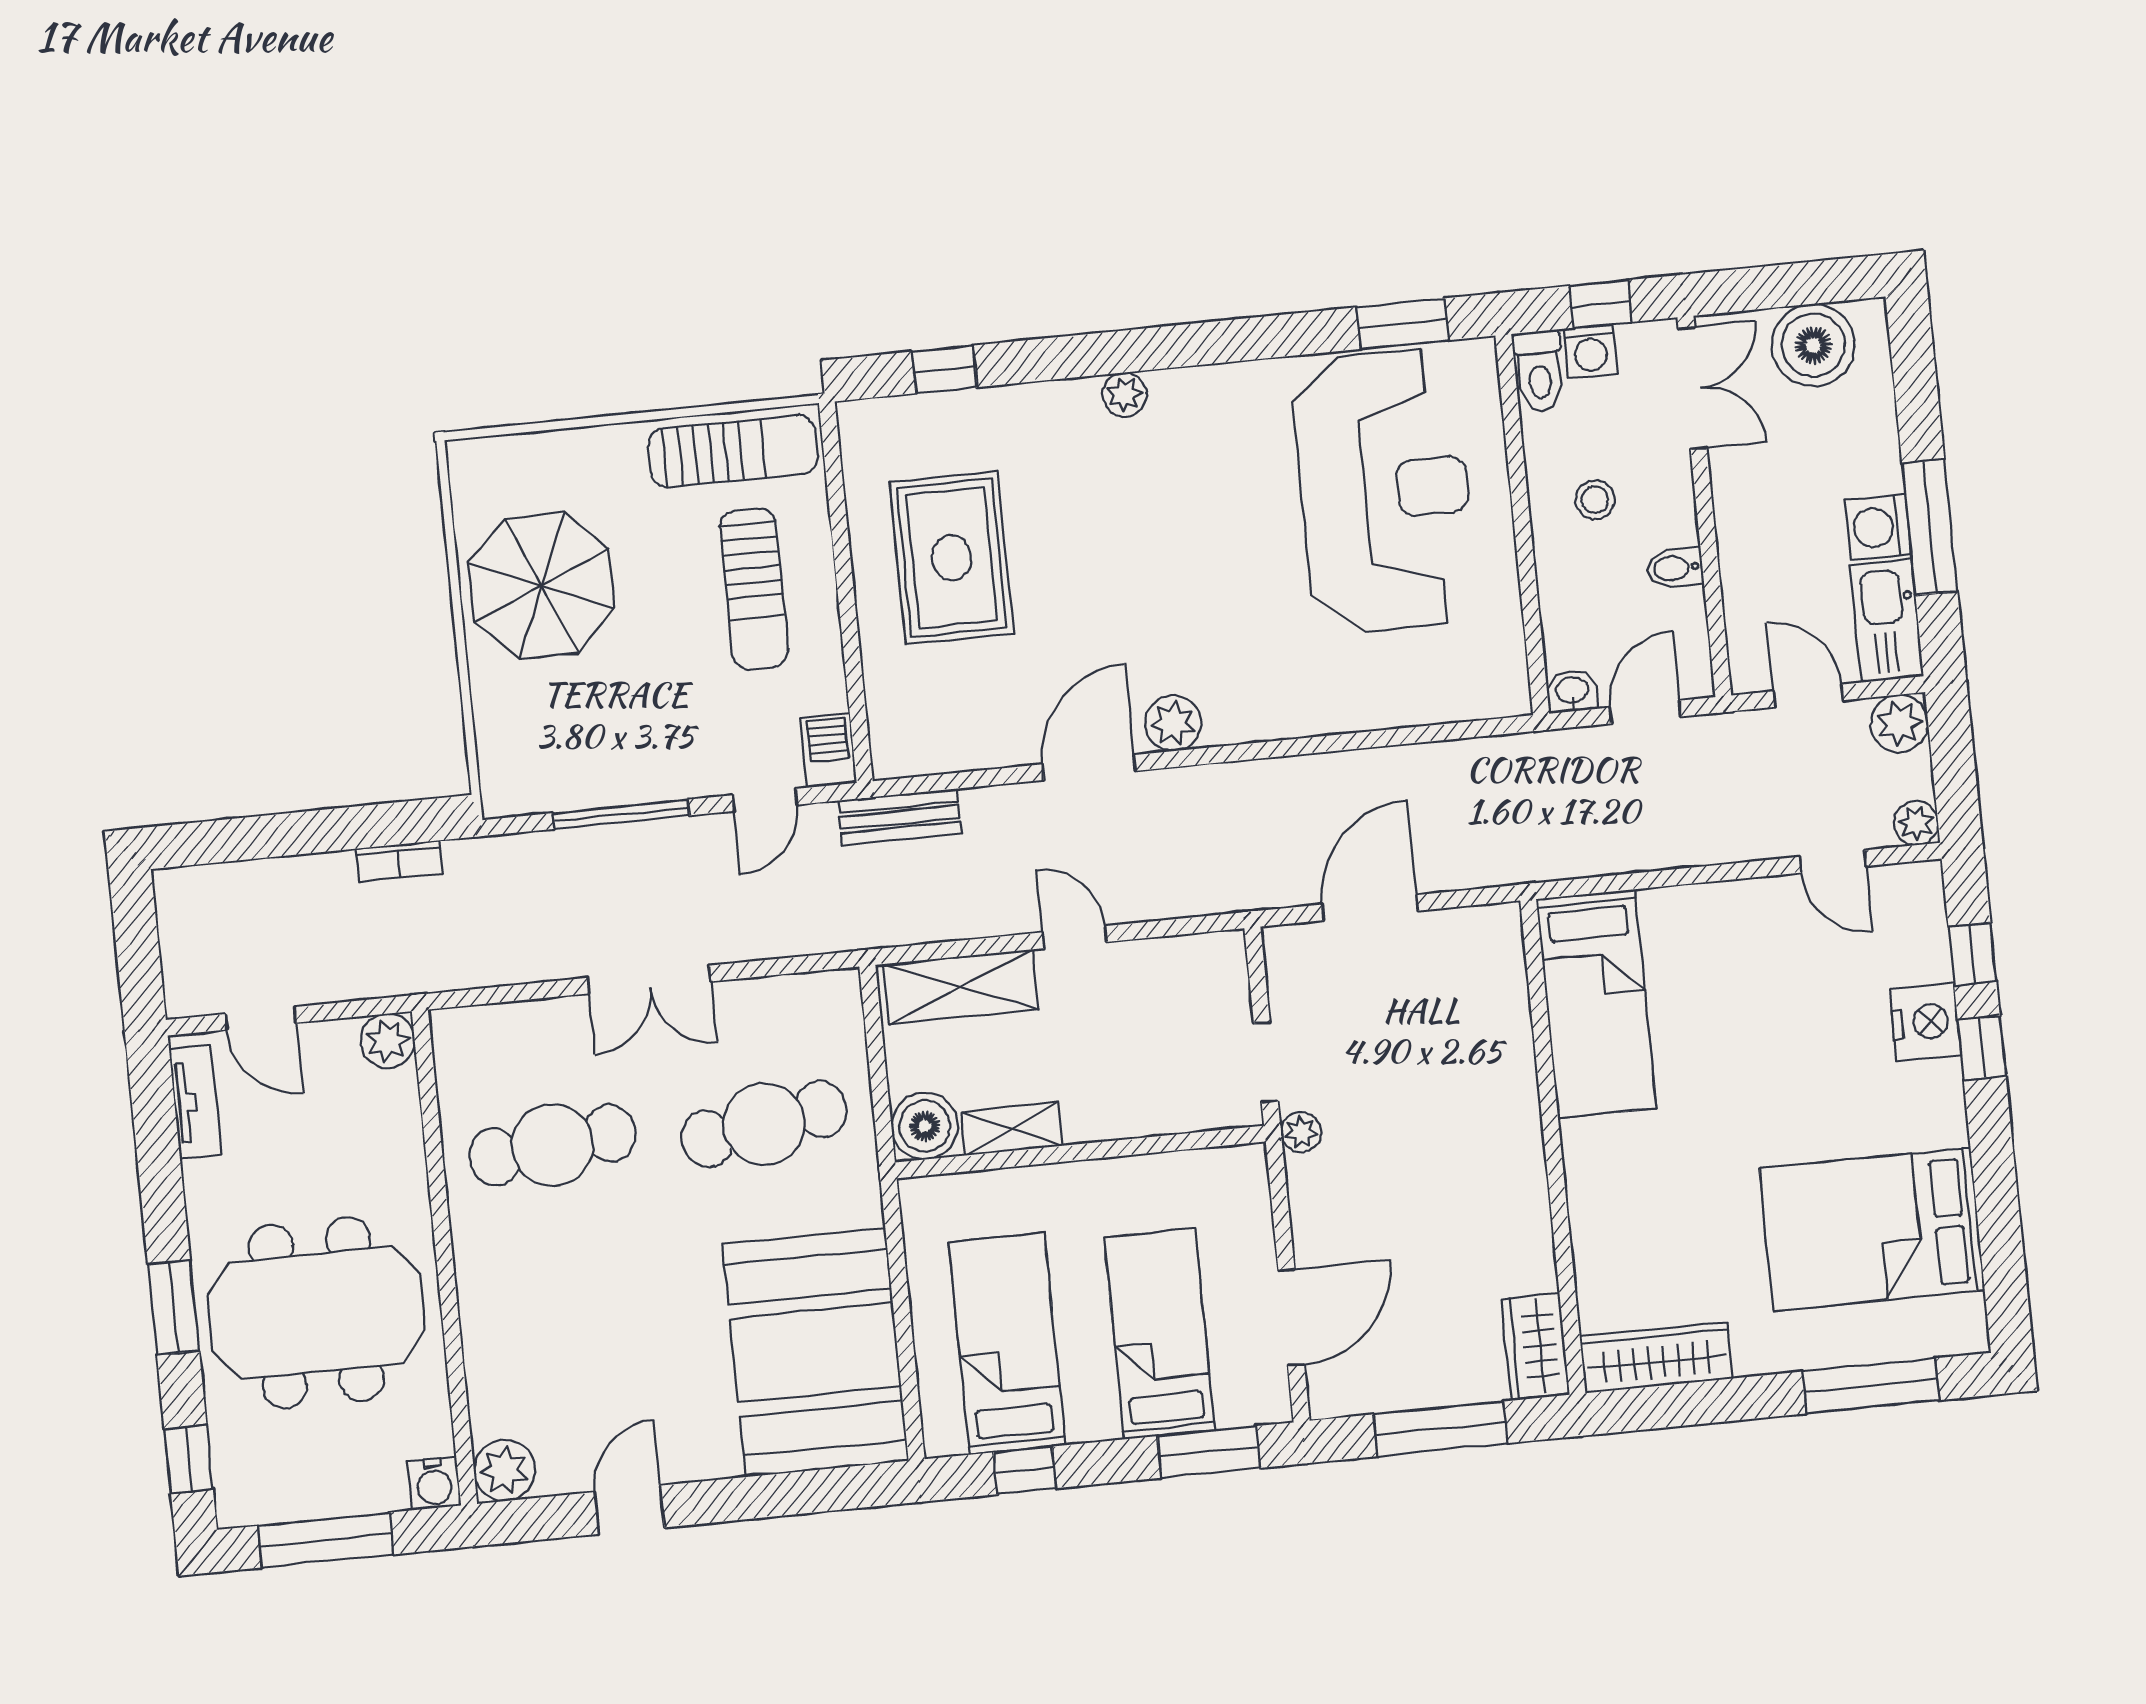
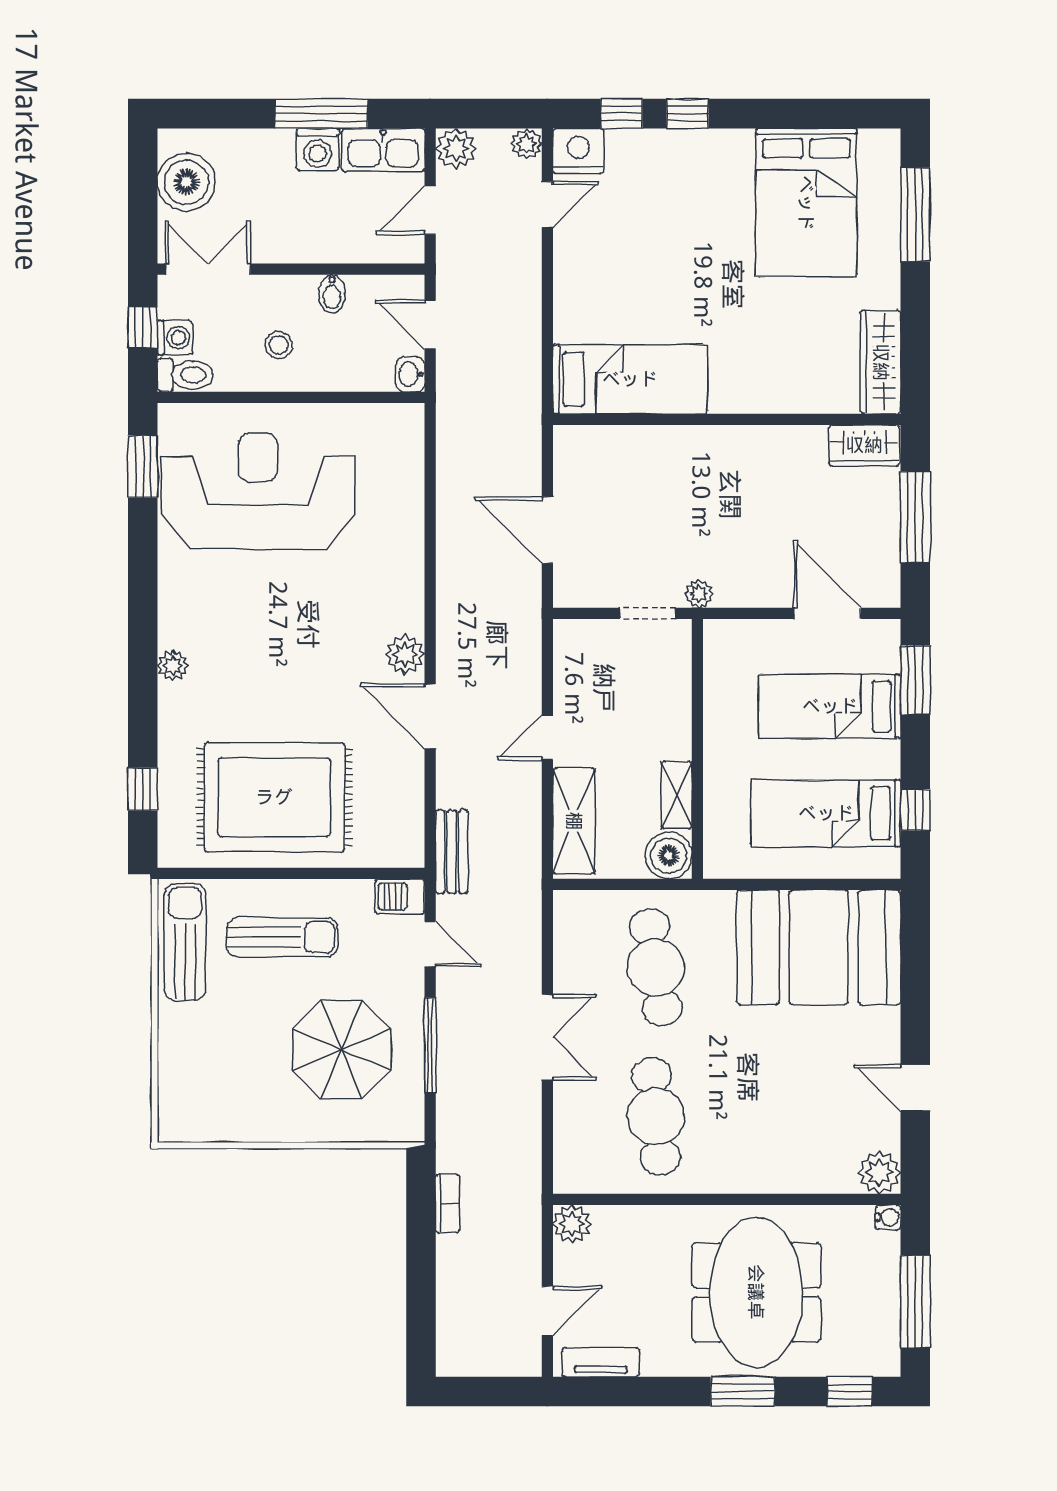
rug: (952, 558) -> (274, 797), width x1.37, depth x1.44
parasol: (542, 586) -> (341, 1050), moved
nightstand: (1925, 1022) -> (578, 151), moved
water cooler: (434, 1483) -> (888, 1217), width x0.72, depth x0.72

